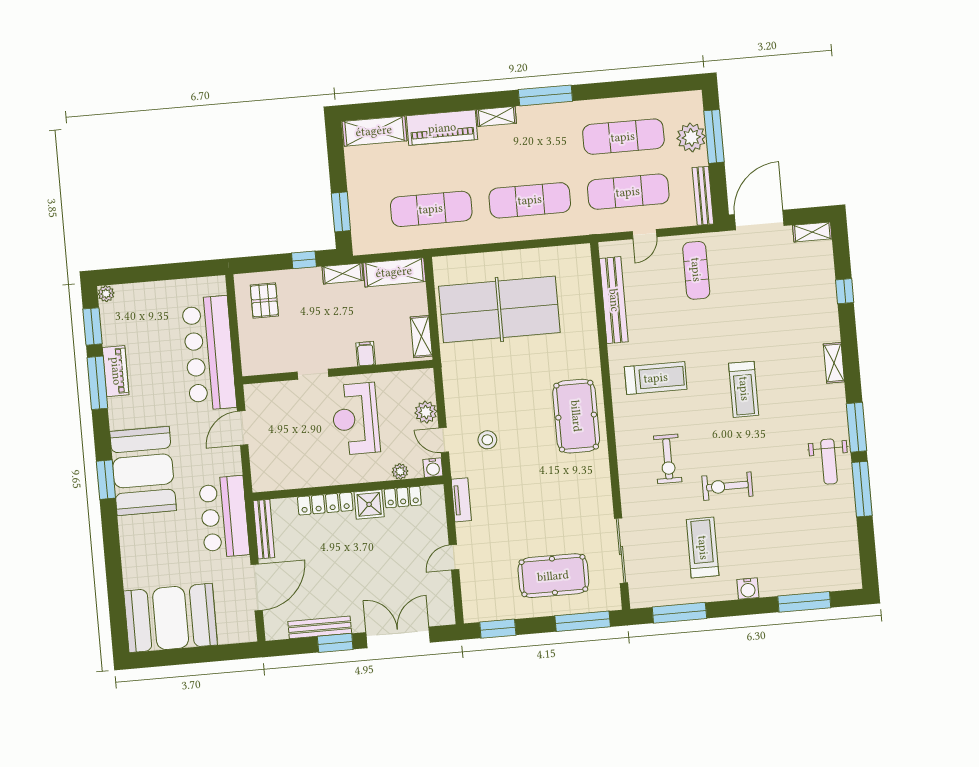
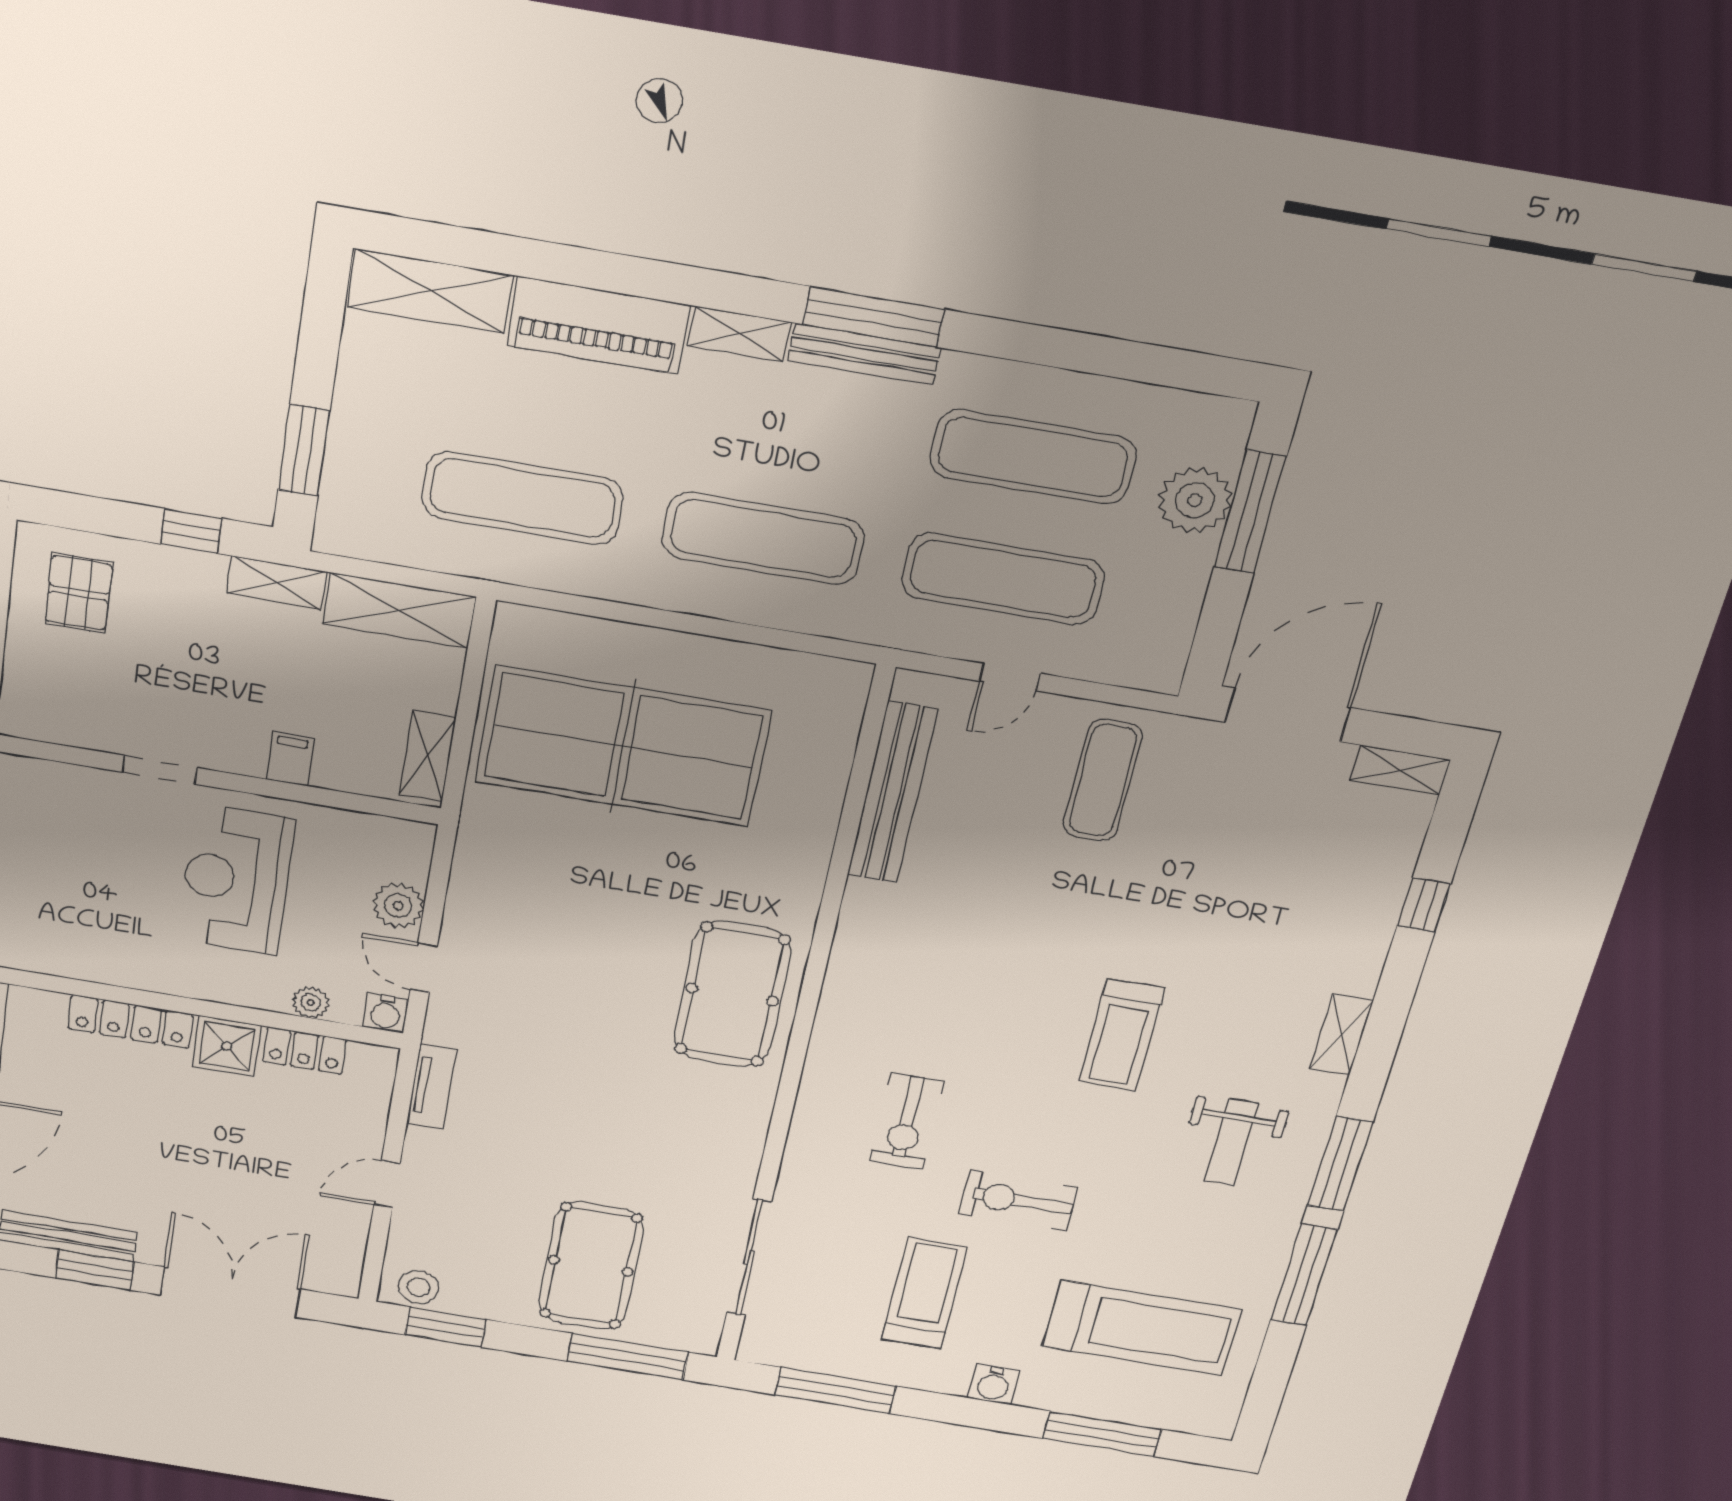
bench: (703, 196) -> (864, 354), moved, turned 90
treadmill: (656, 378) -> (1142, 1328), moved, width x1.37, depth x1.38
stool: (487, 440) -> (418, 1287), moved
weight bench: (829, 462) -> (1231, 1142), moved
pool table: (553, 576) -> (591, 1266), turned 90

